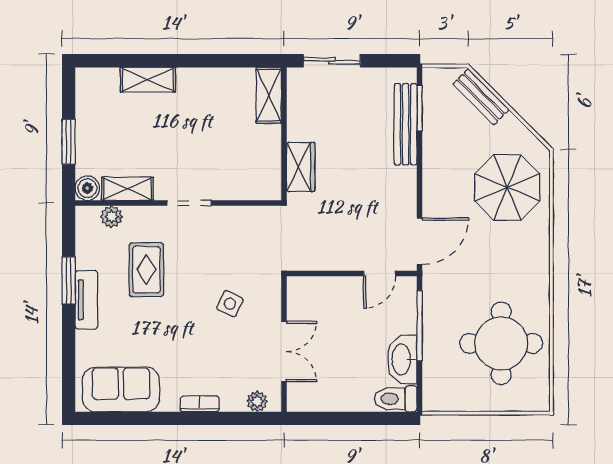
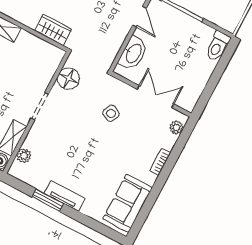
floor lamp: (246, 222) -> (68, 79), added
rug: (146, 270) -> (65, 152), removed
washbasin: (402, 359) -> (133, 53), moved, turned -90

